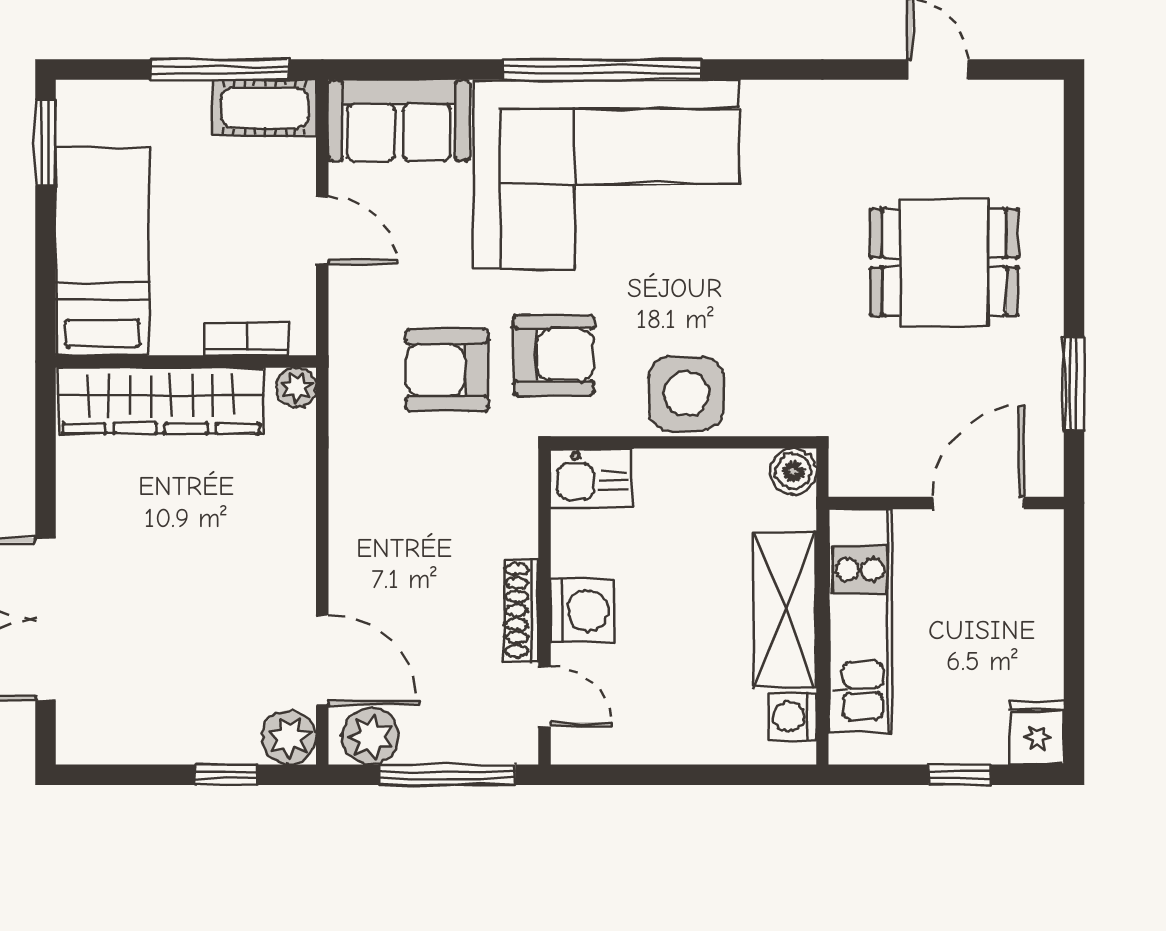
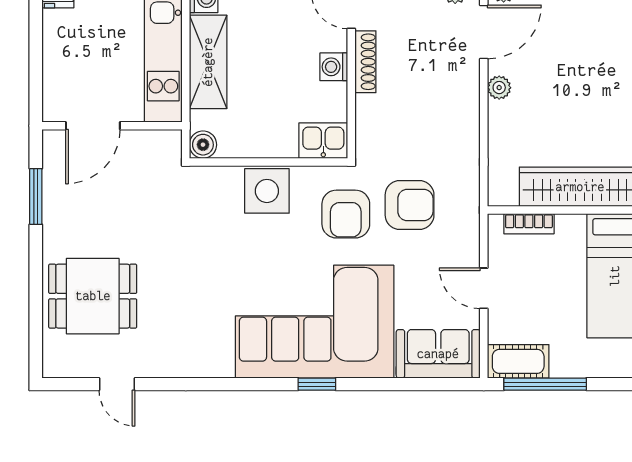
window: (602, 70) -> (317, 384), width x0.32
dining table: (944, 262) -> (93, 296), moved
armchair: (554, 355) -> (346, 214), turned -90
plant: (297, 387) -> (499, 88), moved
washing machine: (583, 611) -> (334, 67), width x0.73, depth x0.73
door: (322, 660) -> (484, 32), swing flipped

